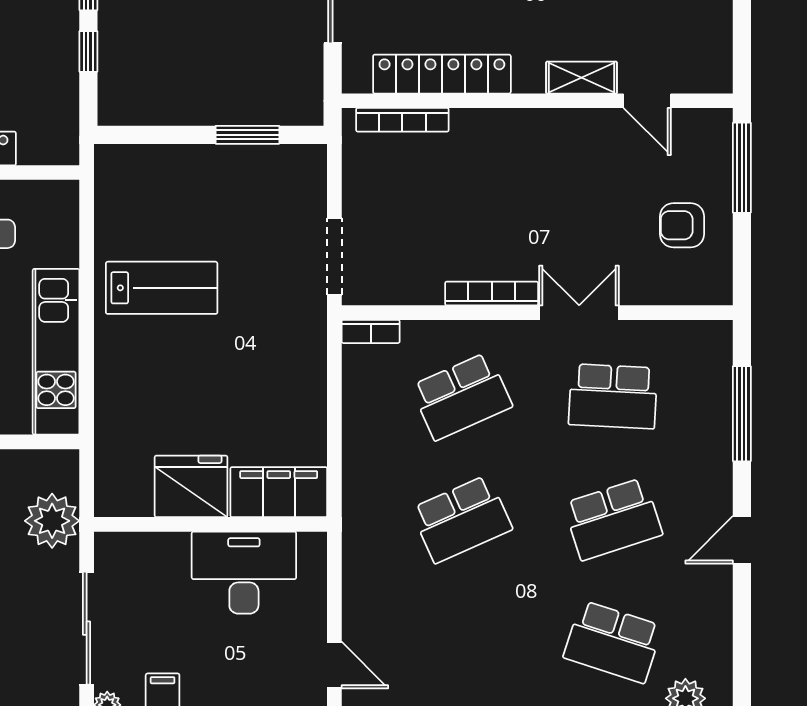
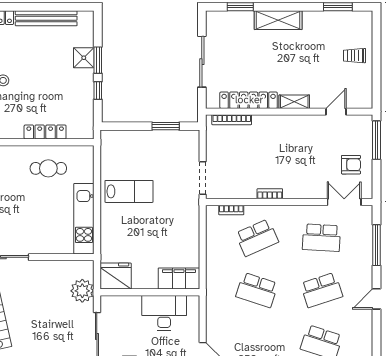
shelving: (582, 78) -> (294, 102), moved
door: (647, 101) -> (336, 112), swing flipped
armchair: (682, 225) -> (351, 165), turned 180
bookcase: (492, 293) -> (270, 194), width x0.64
double door: (579, 313) -> (344, 202), moved
bookcase: (371, 331) -> (231, 210), moved
fridge: (191, 486) -> (116, 276), moved
school desk: (462, 519) -> (257, 290), turned 42

